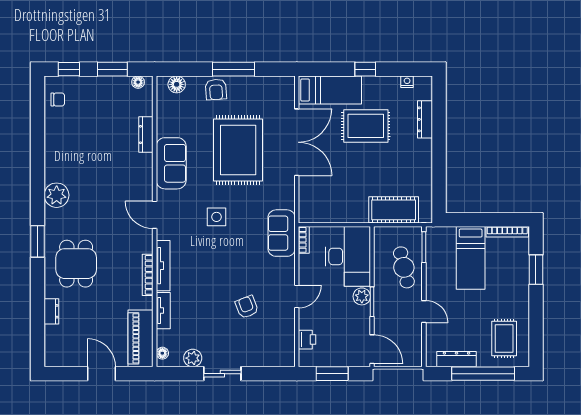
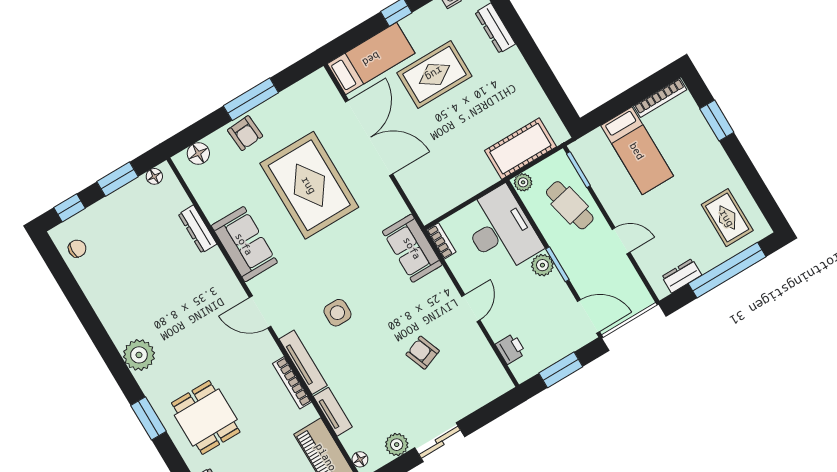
side table: (216, 217) -> (337, 313), moved
plant: (382, 233) -> (523, 182), added
dresser: (456, 359) -> (682, 276), width x0.70

